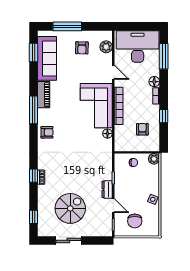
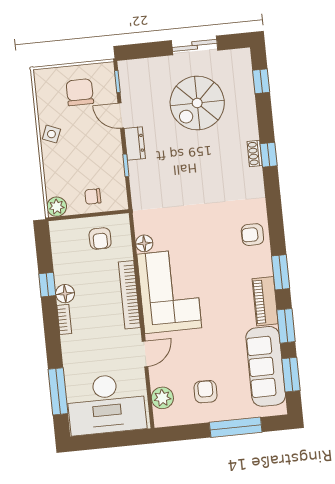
door: (113, 72) -> (145, 354), swing flipped
window: (34, 80) -> (286, 326), added
floor lamp: (154, 82) -> (65, 294), moved
window: (34, 110) -> (281, 272), width x0.69
armchair: (142, 129) -> (100, 238), moved

